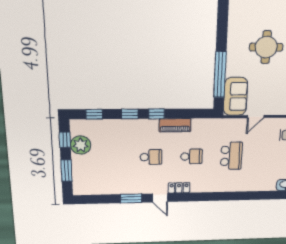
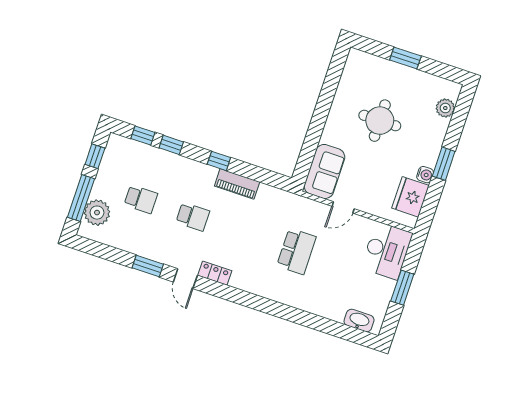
window: (220, 75) -> (313, 137), removed
window: (130, 114) -> (171, 145), moved
plant: (81, 145) -> (97, 213), moved
school desk: (191, 156) -> (141, 199), moved
window: (67, 171) -> (81, 198), width x1.44

